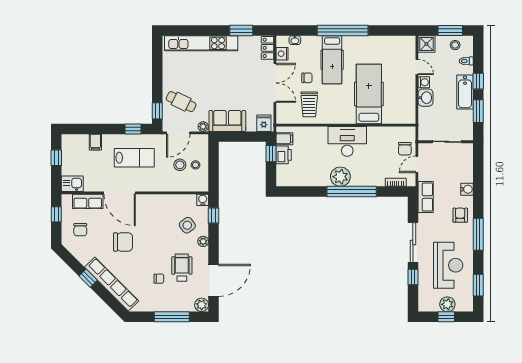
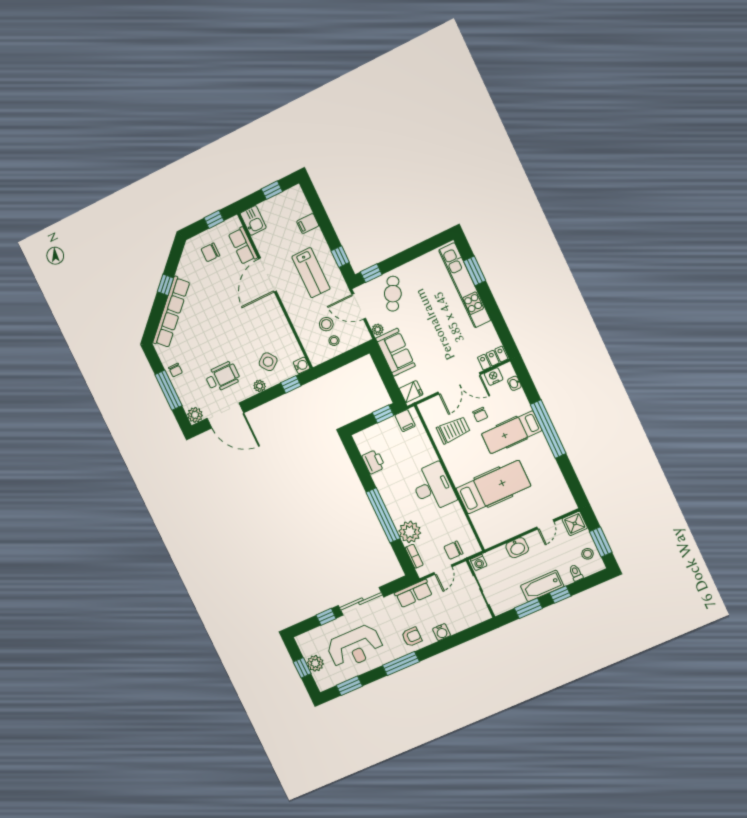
window: (241, 31) -> (475, 271), moved
washing machine: (424, 82) -> (479, 563), moved
trolley: (309, 104) -> (453, 430), turned 180
printer: (284, 155) -> (374, 462), moved, turned -90
door: (417, 164) -> (443, 570), swing flipped
plant: (340, 177) -> (410, 532), moved
chair: (123, 242) -> (219, 303), removed
chair: (159, 279) -> (176, 370), moved

